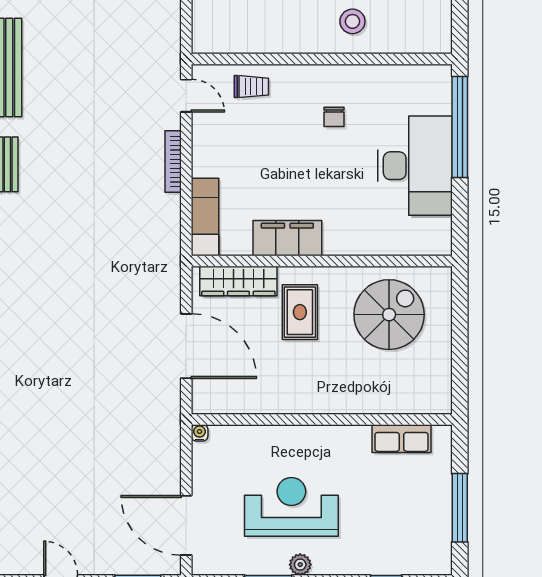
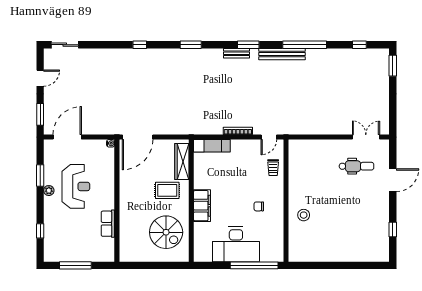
filing cabinet: (287, 238) -> (202, 206), moved
door: (186, 346) -> (138, 137), moved
row of seats: (402, 439) -> (108, 224), moved

